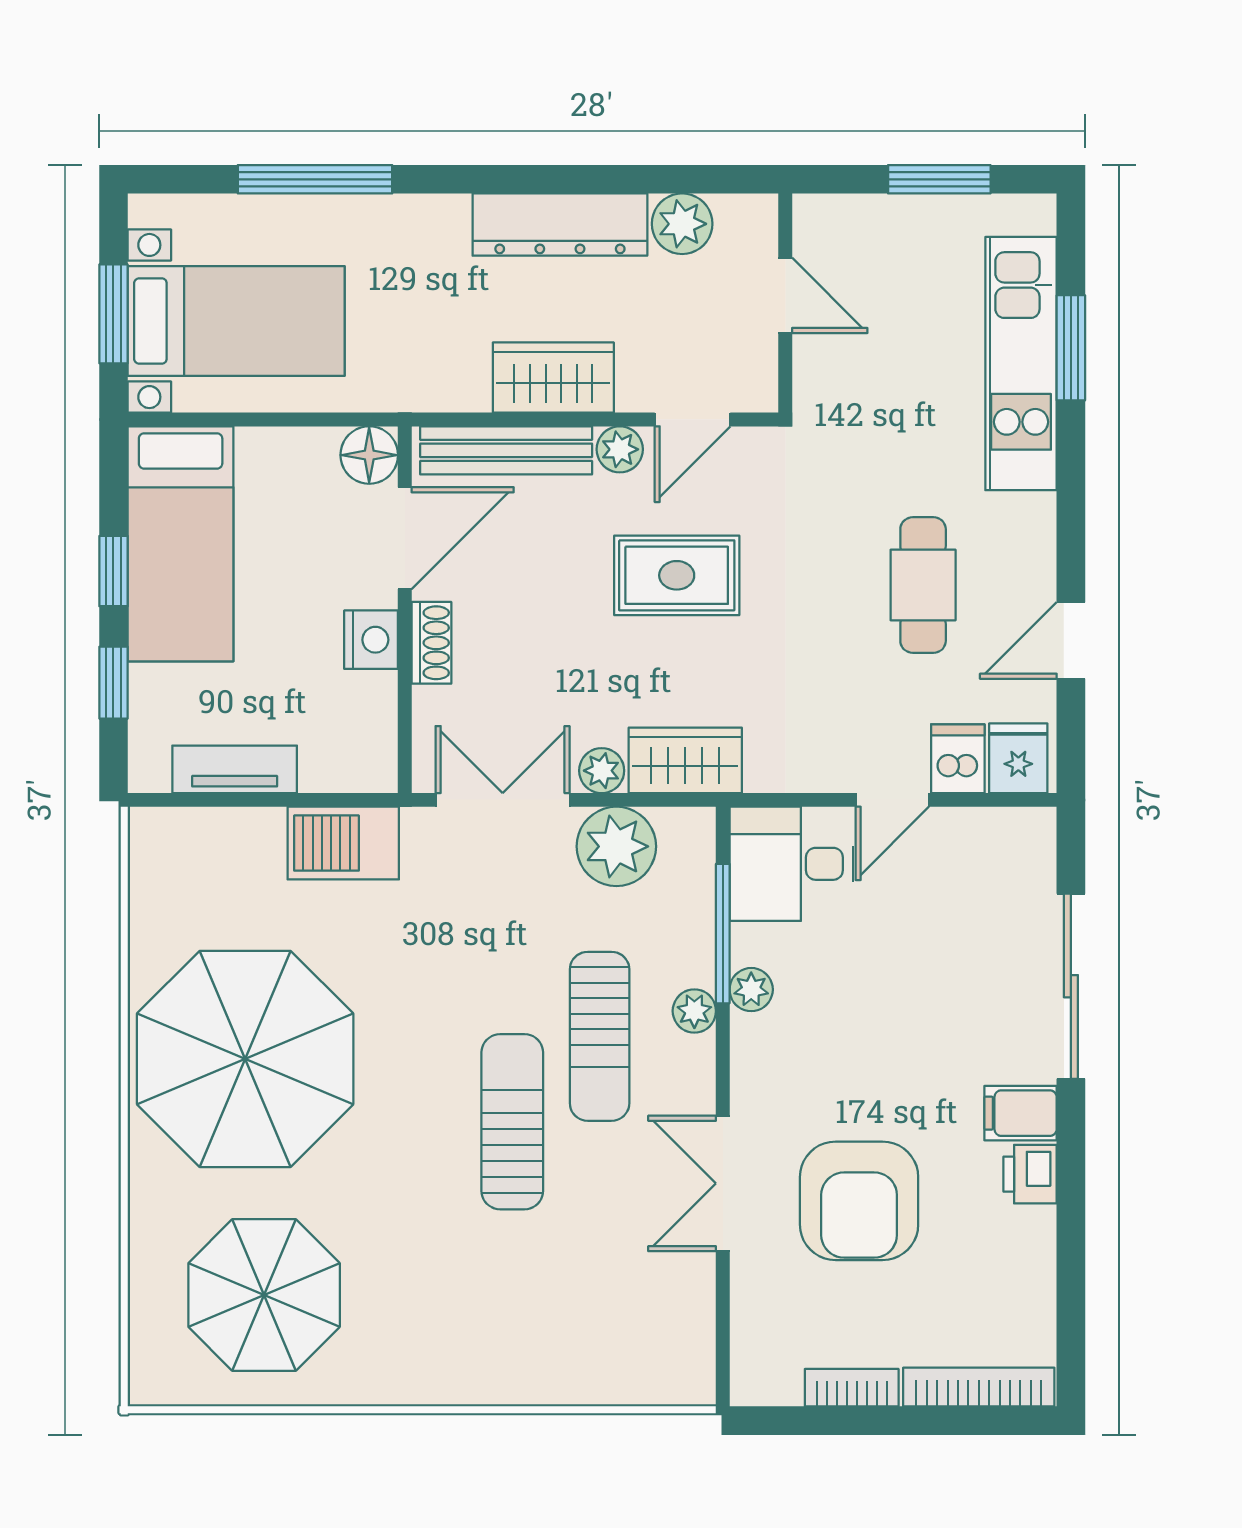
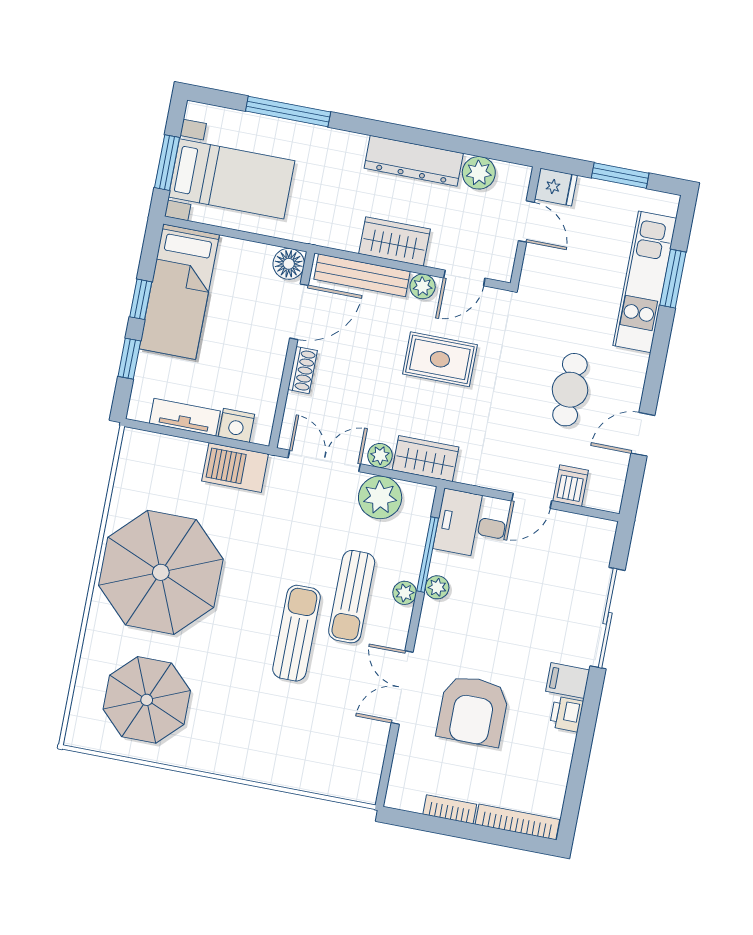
nightstand: (371, 640) -> (236, 425), moved, turned 90
fridge: (1018, 758) -> (556, 187), moved, turned 90

